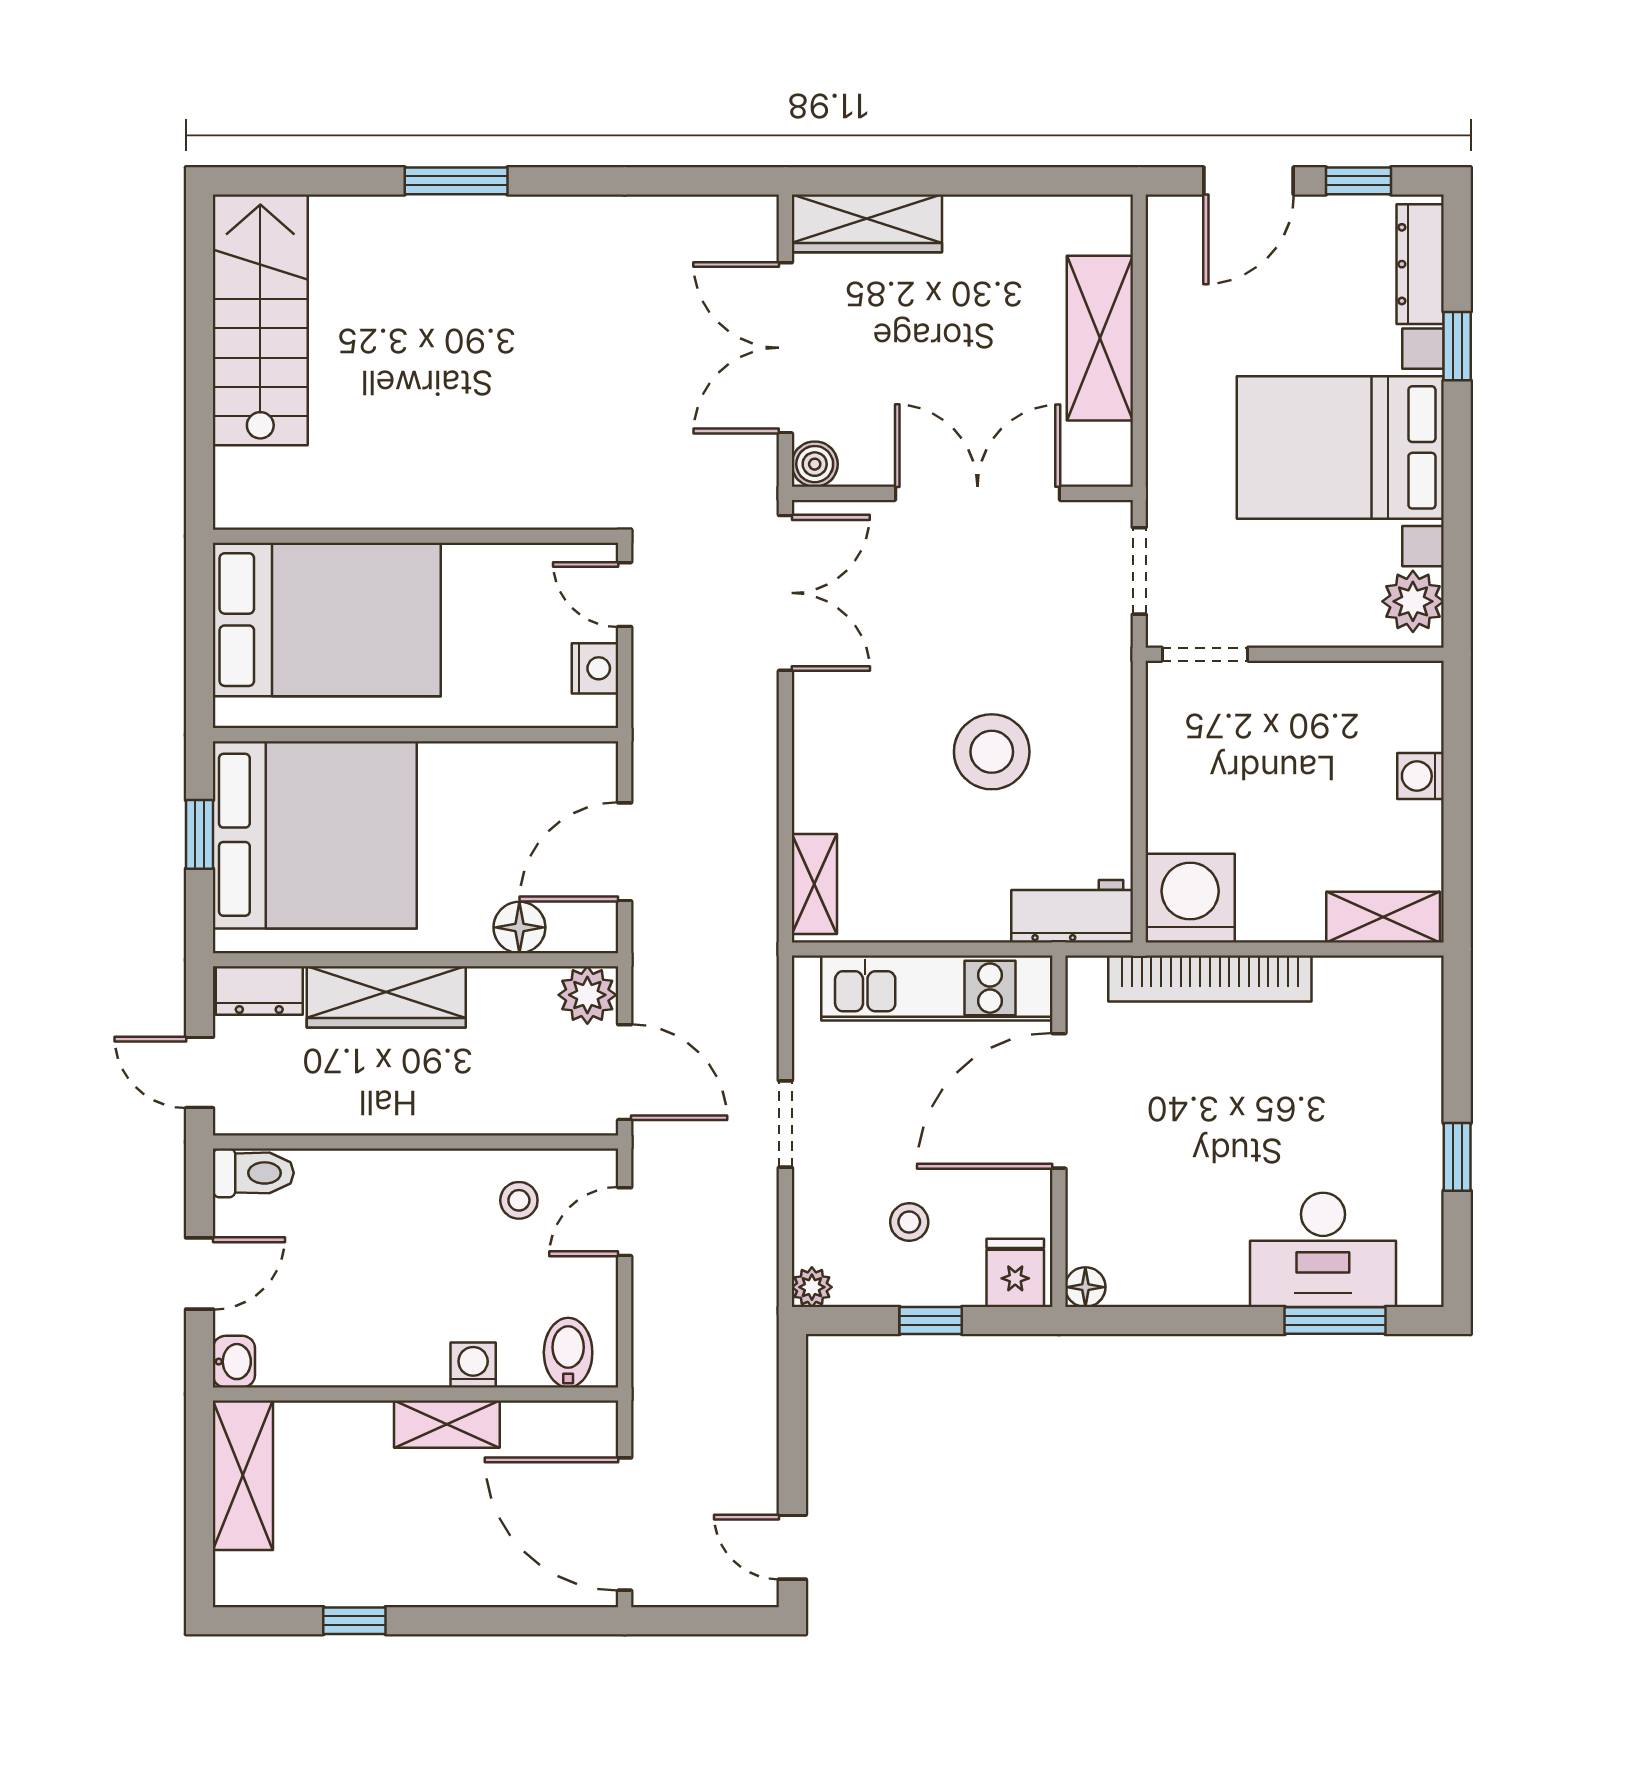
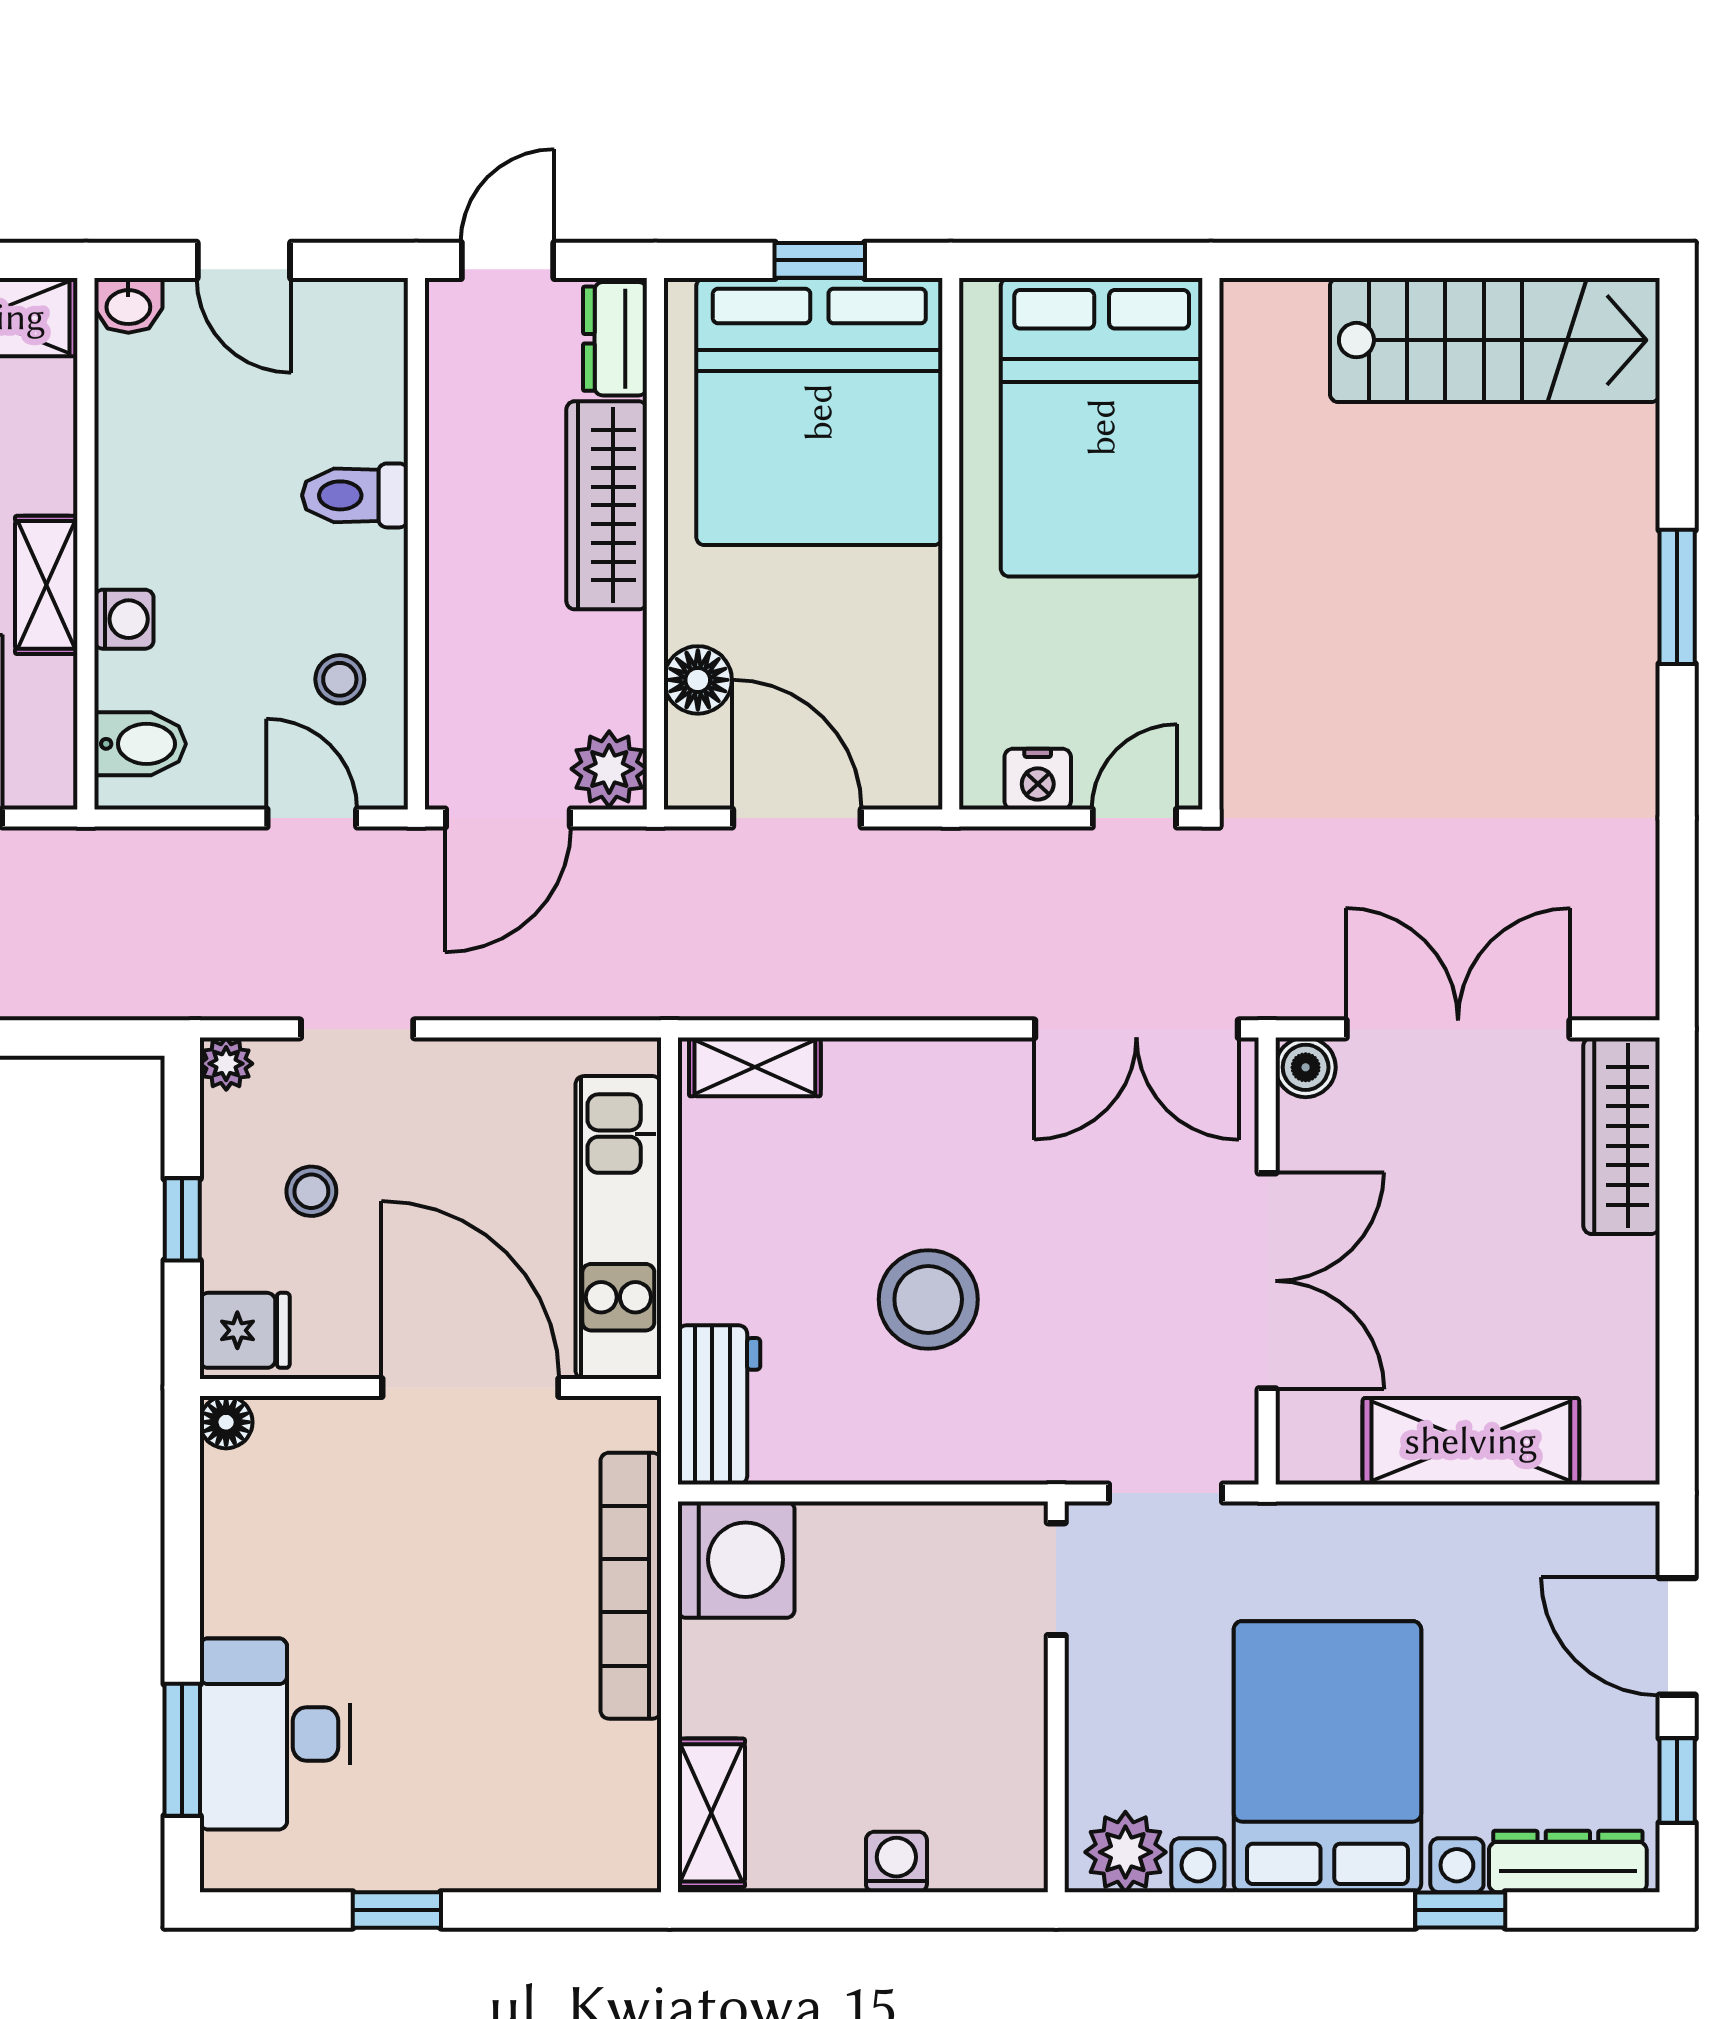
doorway: (785, 1124) -> (357, 1029), moved
toilet: (253, 1173) -> (355, 495), moved, turned 90

